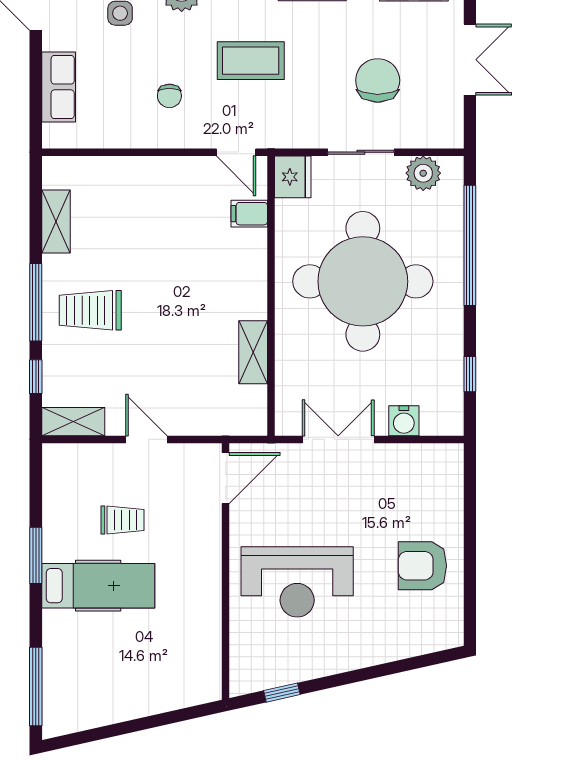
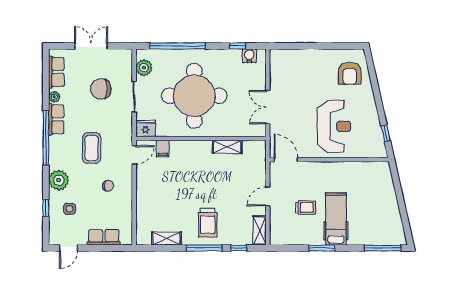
water cooler: (404, 421) -> (249, 56), moved, turned -90
trolley: (123, 520) -> (305, 208), turned 90
armchair: (422, 566) -> (350, 73), moved

